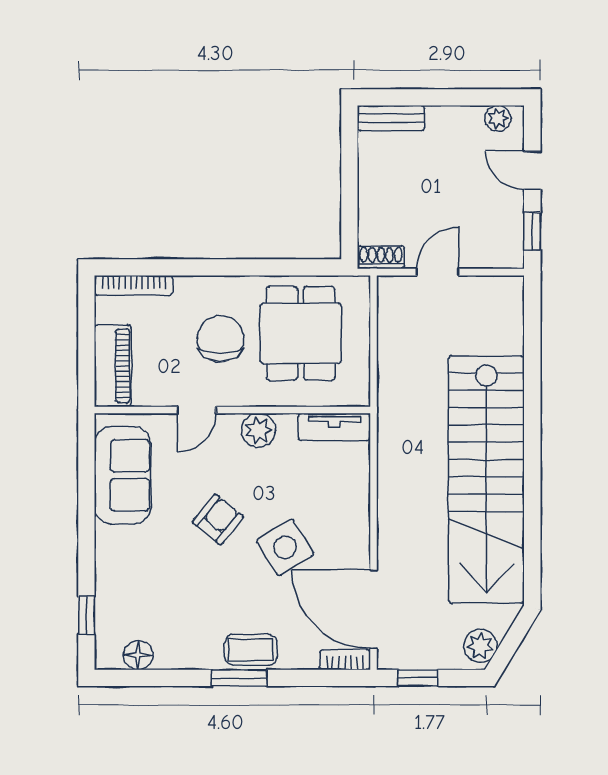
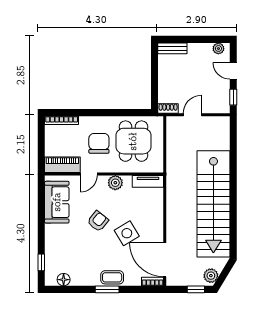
piano: (113, 366) -> (62, 165), moved, turned -90
window: (418, 678) -> (196, 289), moved

